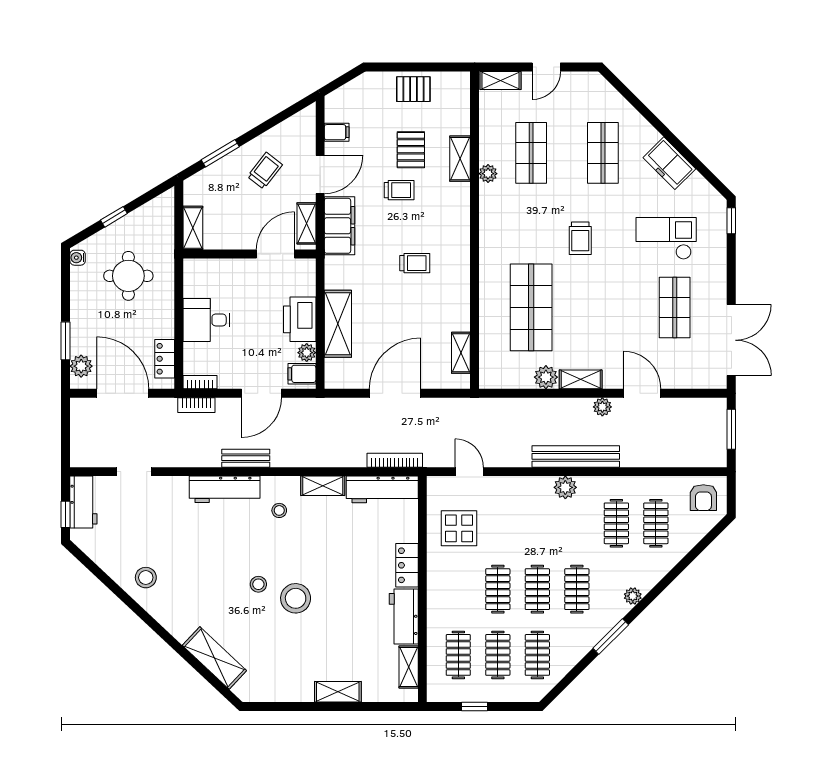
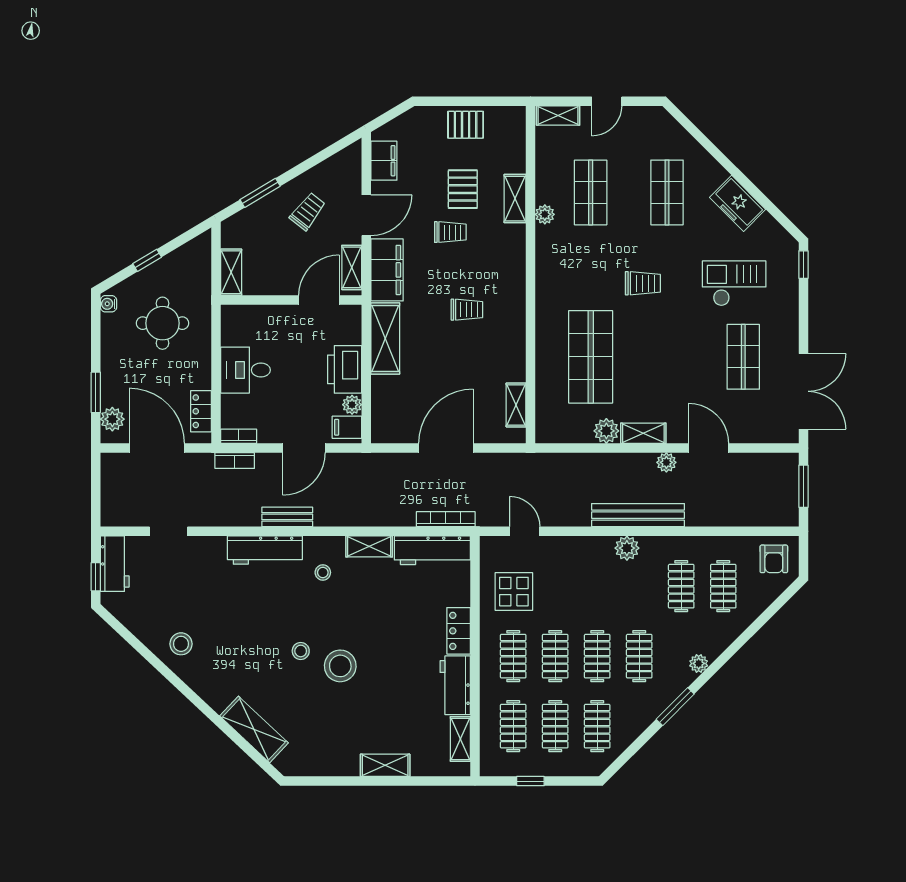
filing cabinet: (337, 132) -> (384, 161), width x2.00
trolley: (580, 238) -> (643, 283), turned -90
shelving: (338, 324) -> (385, 339), moved
clothes rail: (458, 589) -> (513, 656), added

